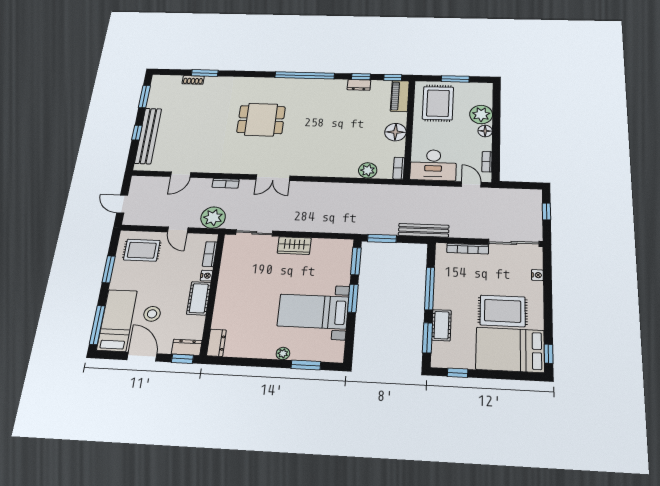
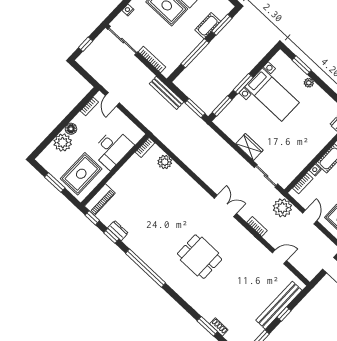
floor lamp: (395, 132) -> (125, 175), removed
desk: (433, 165) -> (112, 149), moved, turned 90

